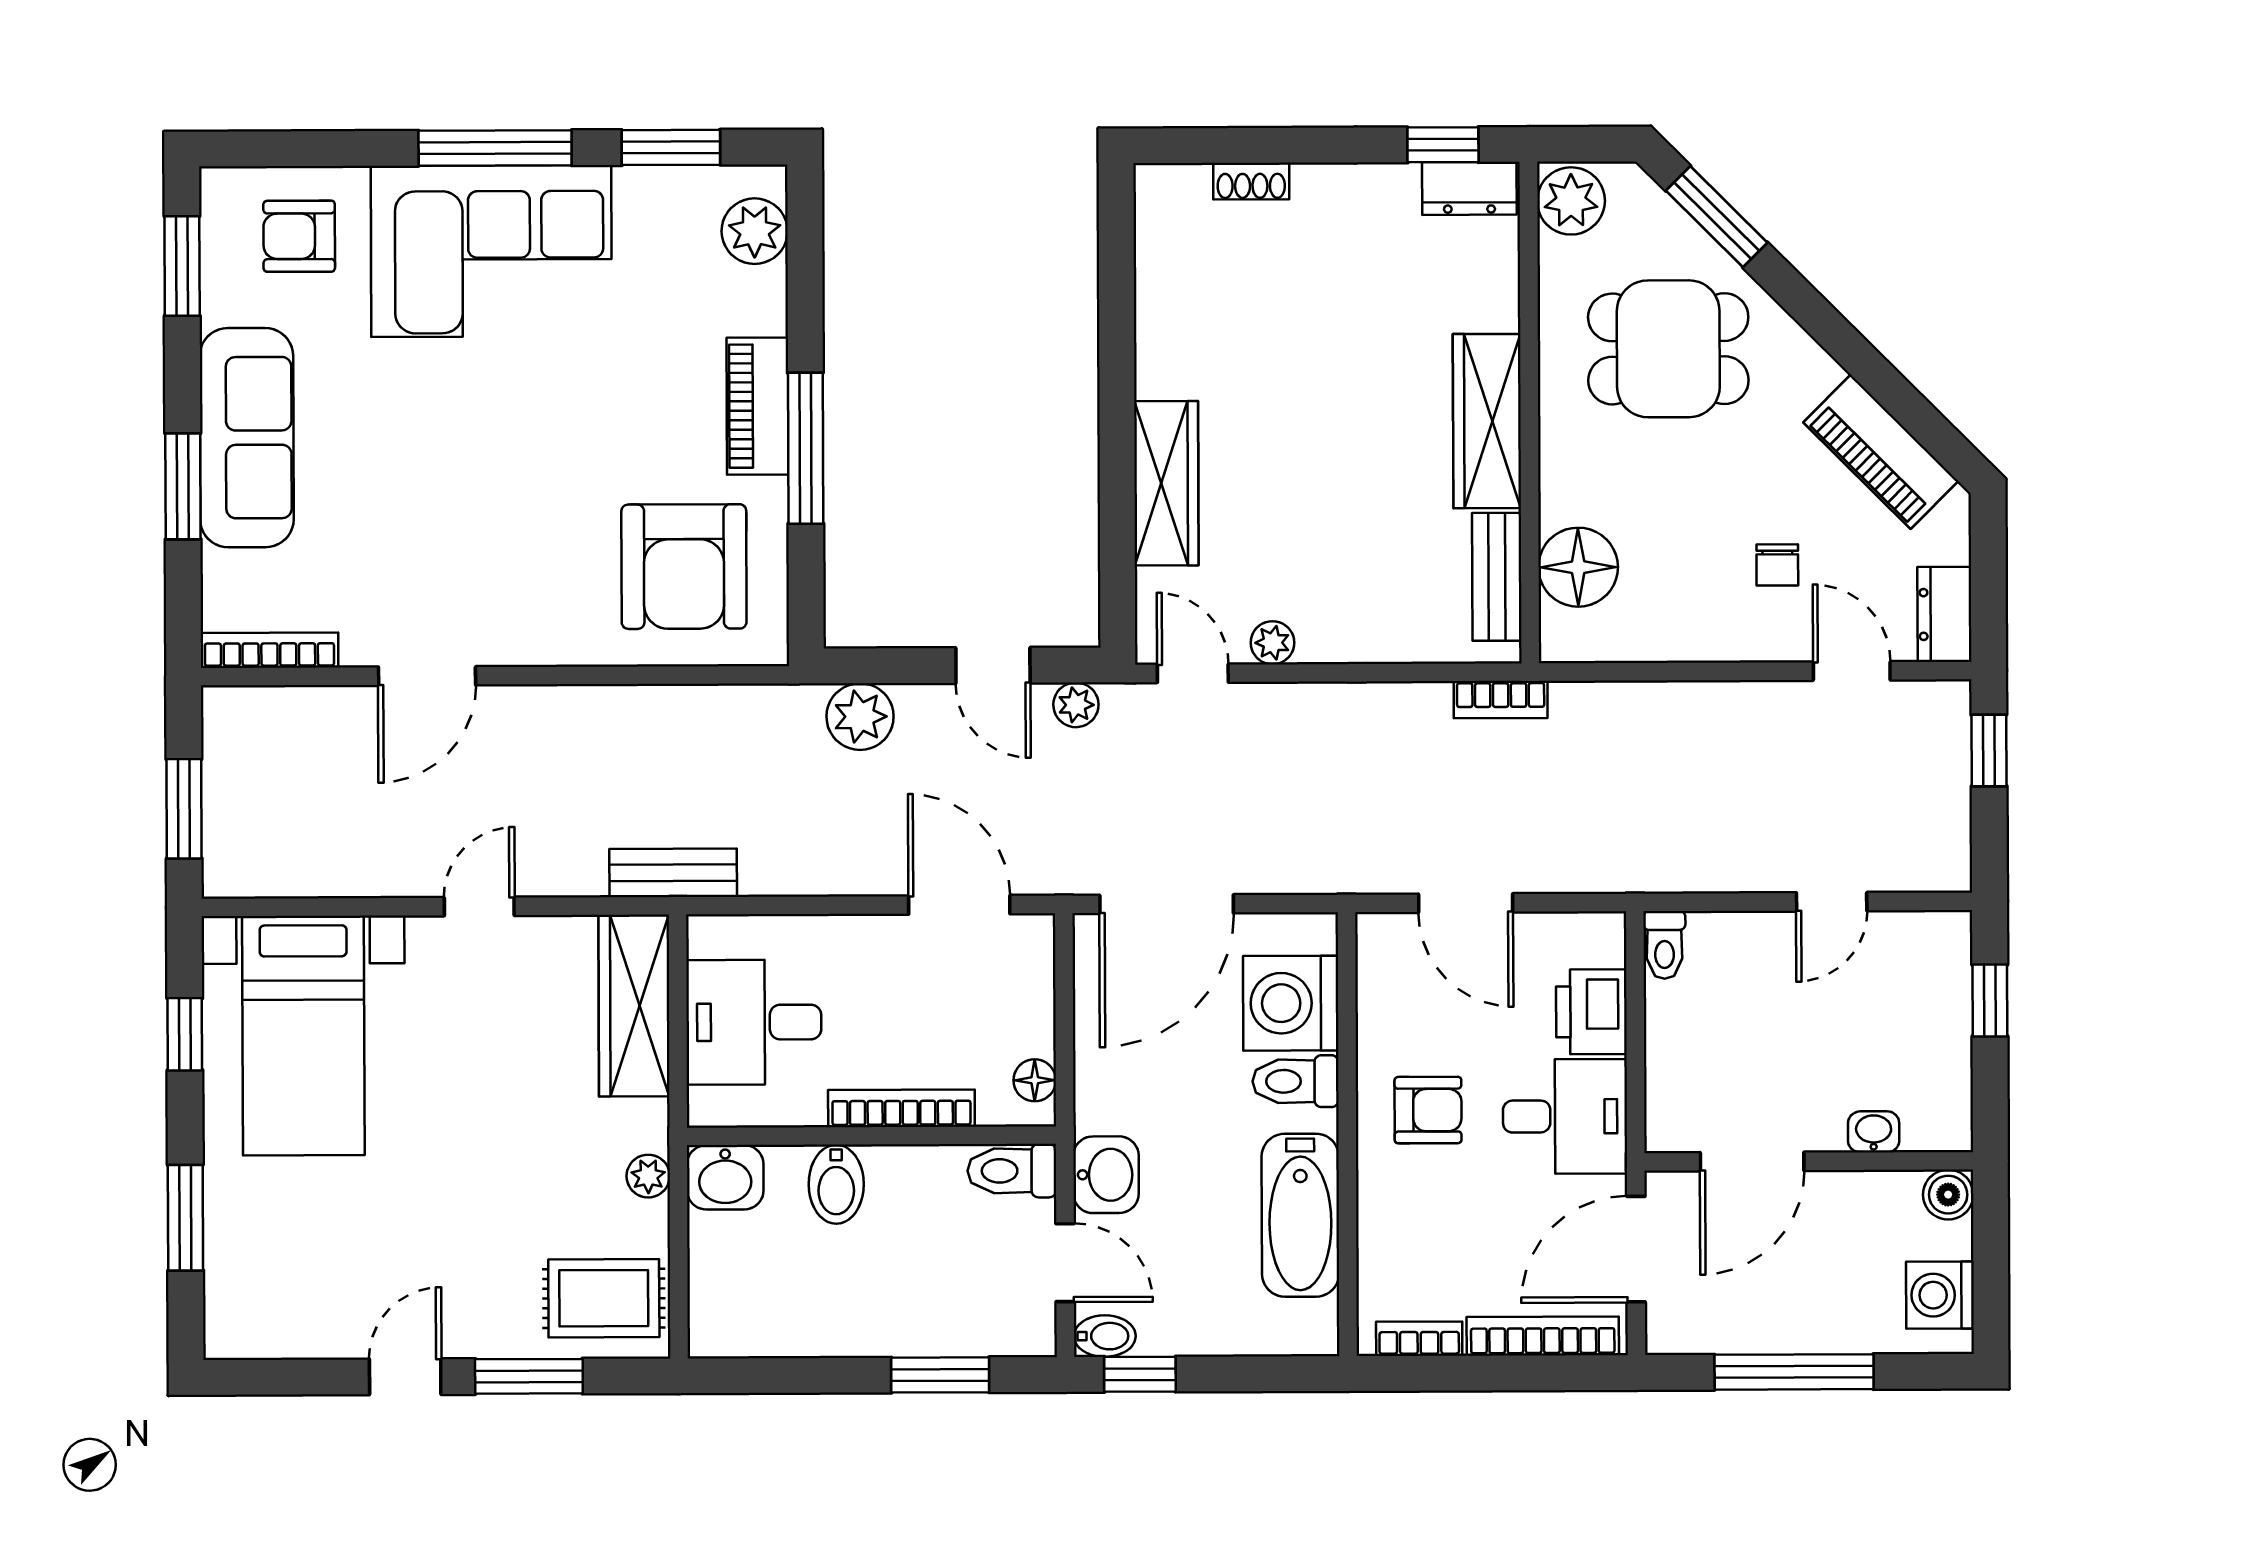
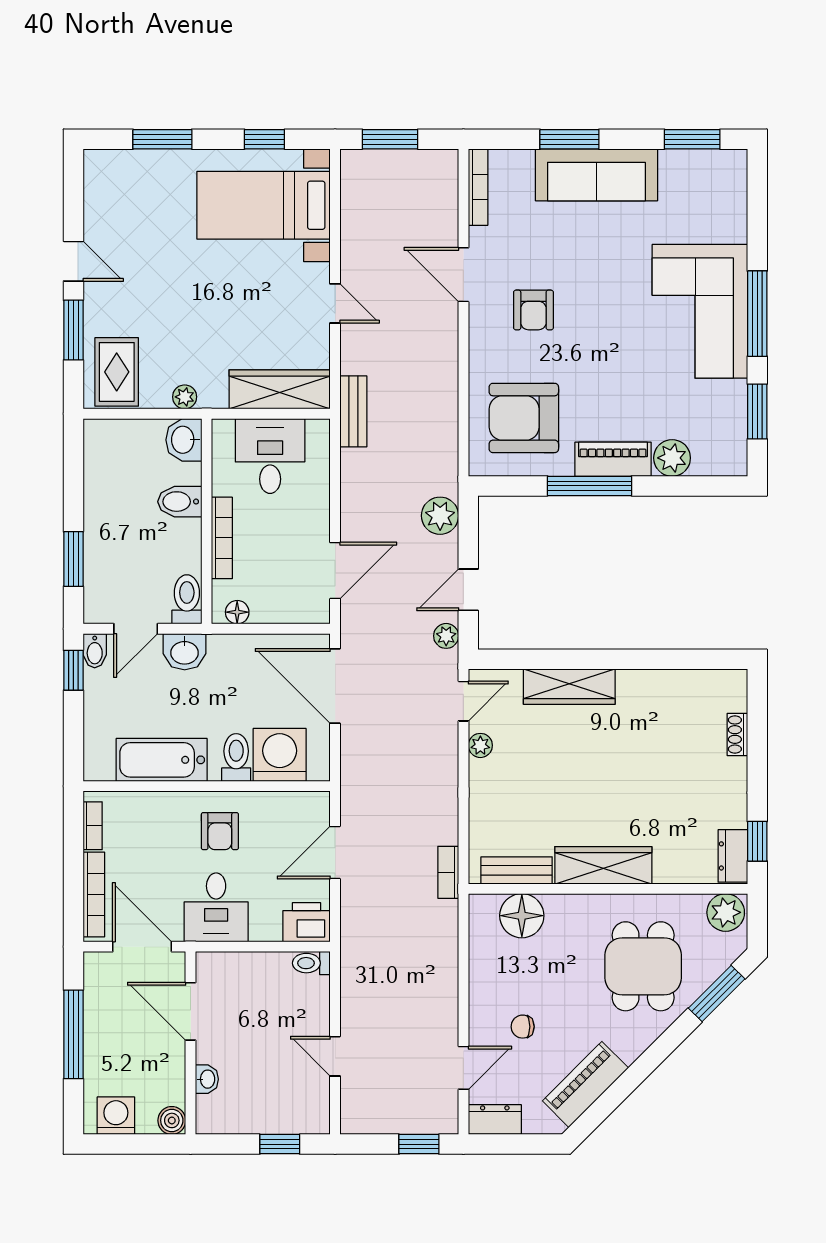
plant: (755, 231) -> (672, 458), moved
armchair: (299, 236) -> (533, 310), moved, turned 180
printer: (1591, 1012) -> (307, 922), moved

